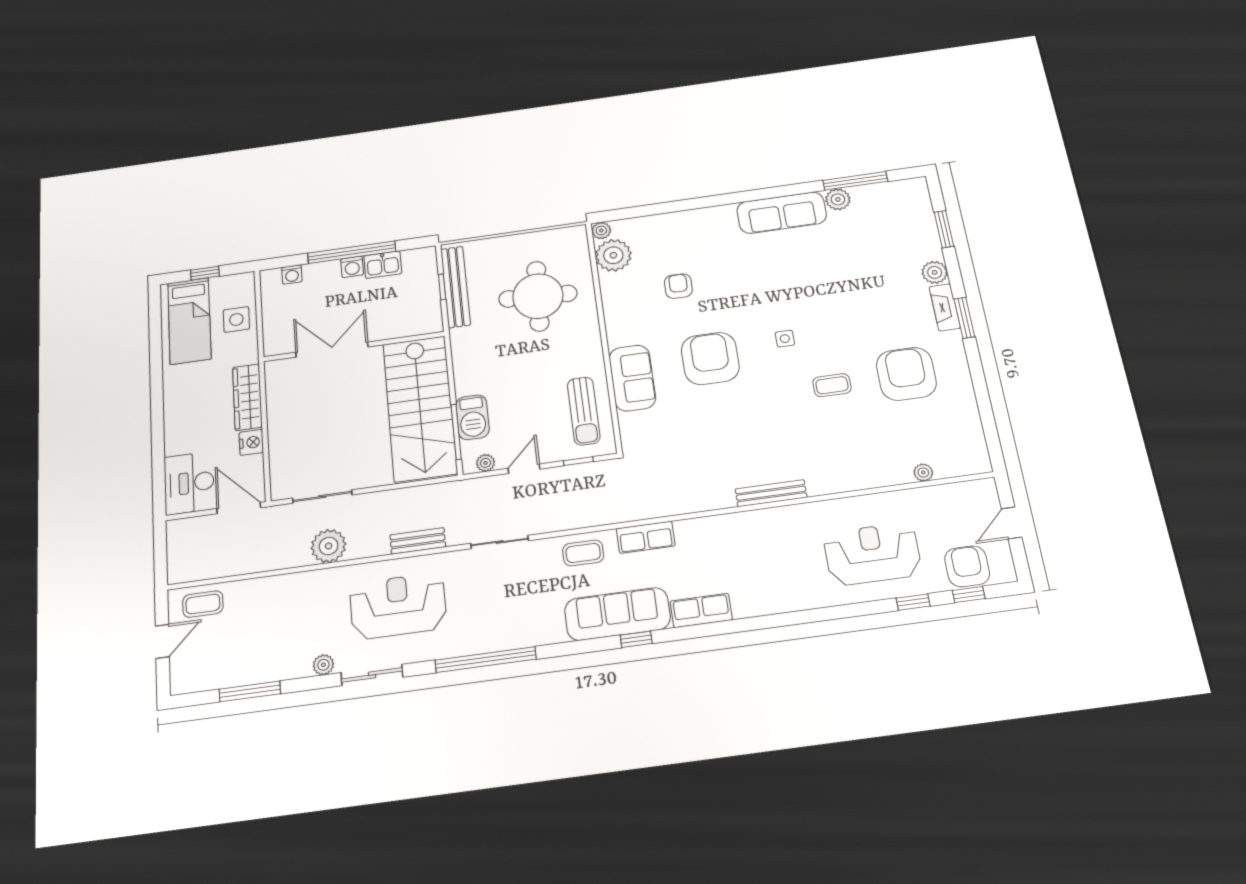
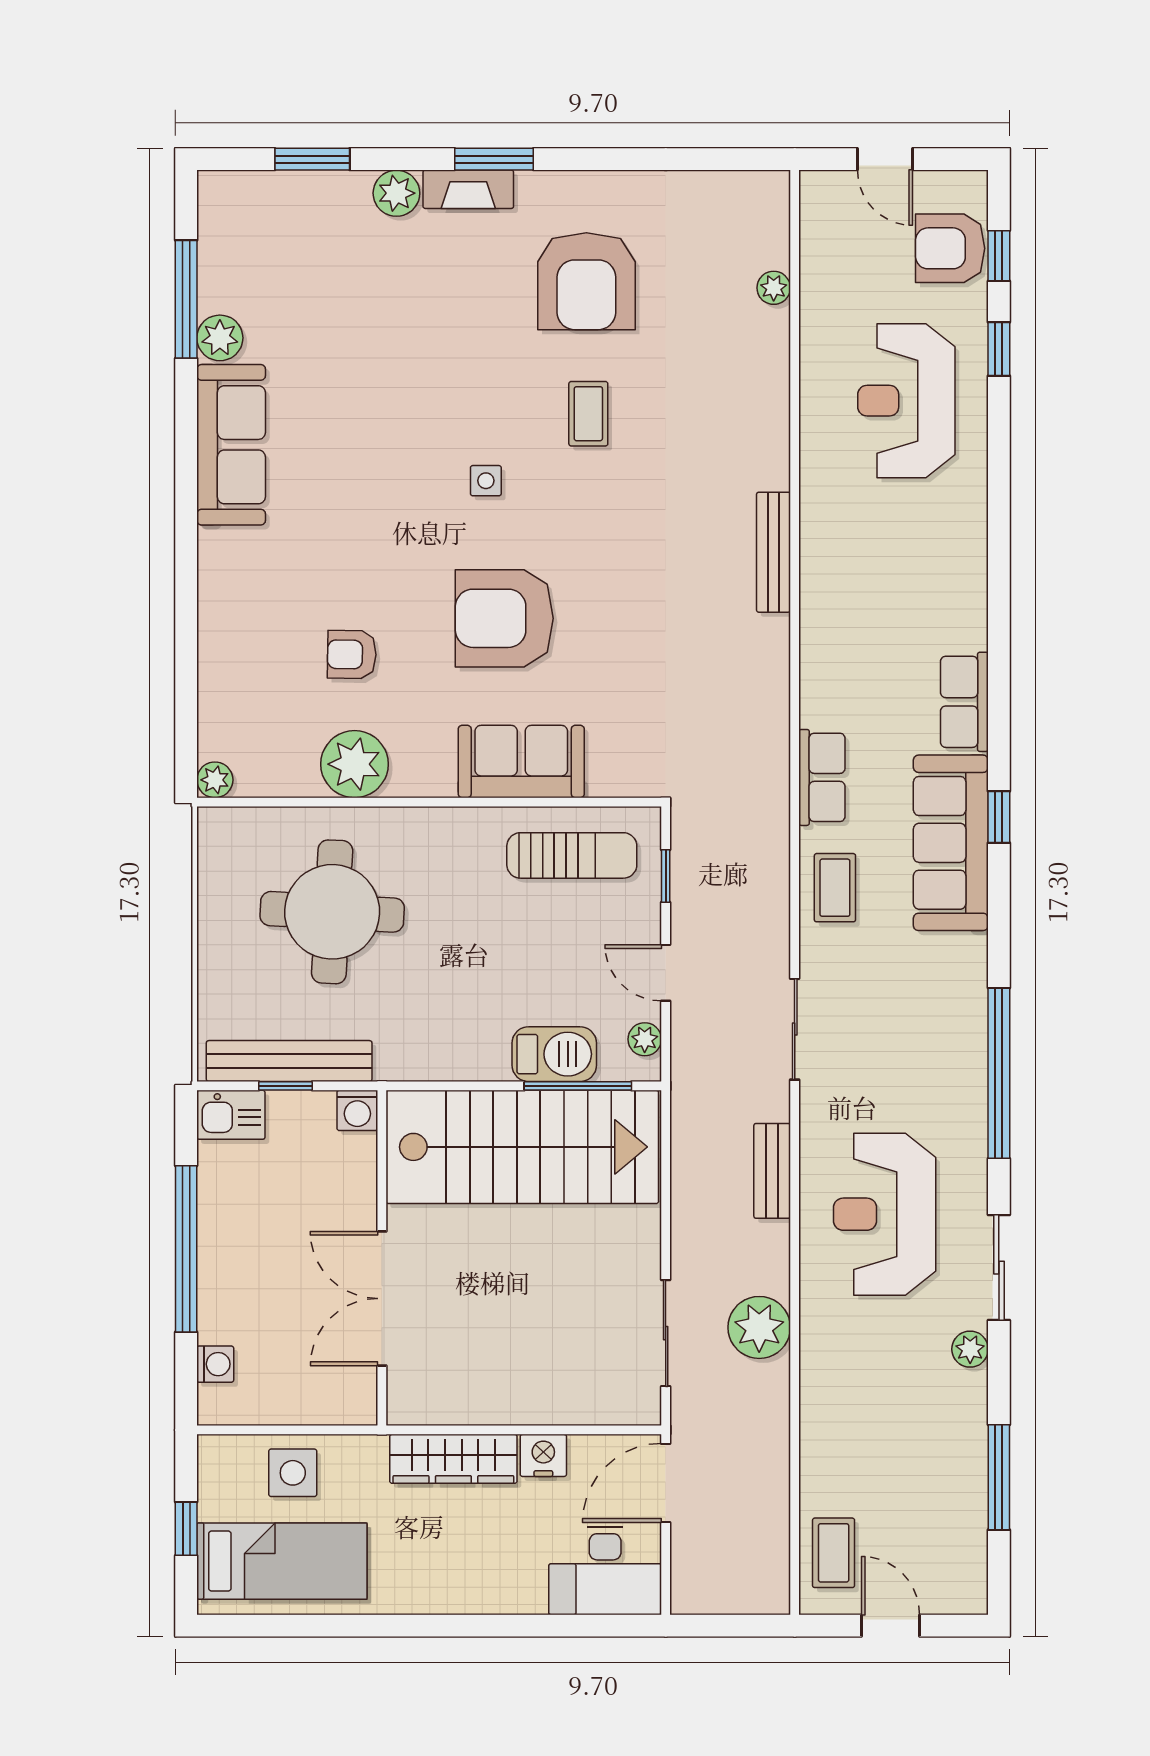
plant: (613, 255) -> (355, 764), moved
kitchen sink: (383, 265) -> (231, 1115), moved, turned 90
washing machine: (352, 267) -> (357, 1110), moved, turned 90
armchair: (906, 374) -> (586, 281), turned -90

